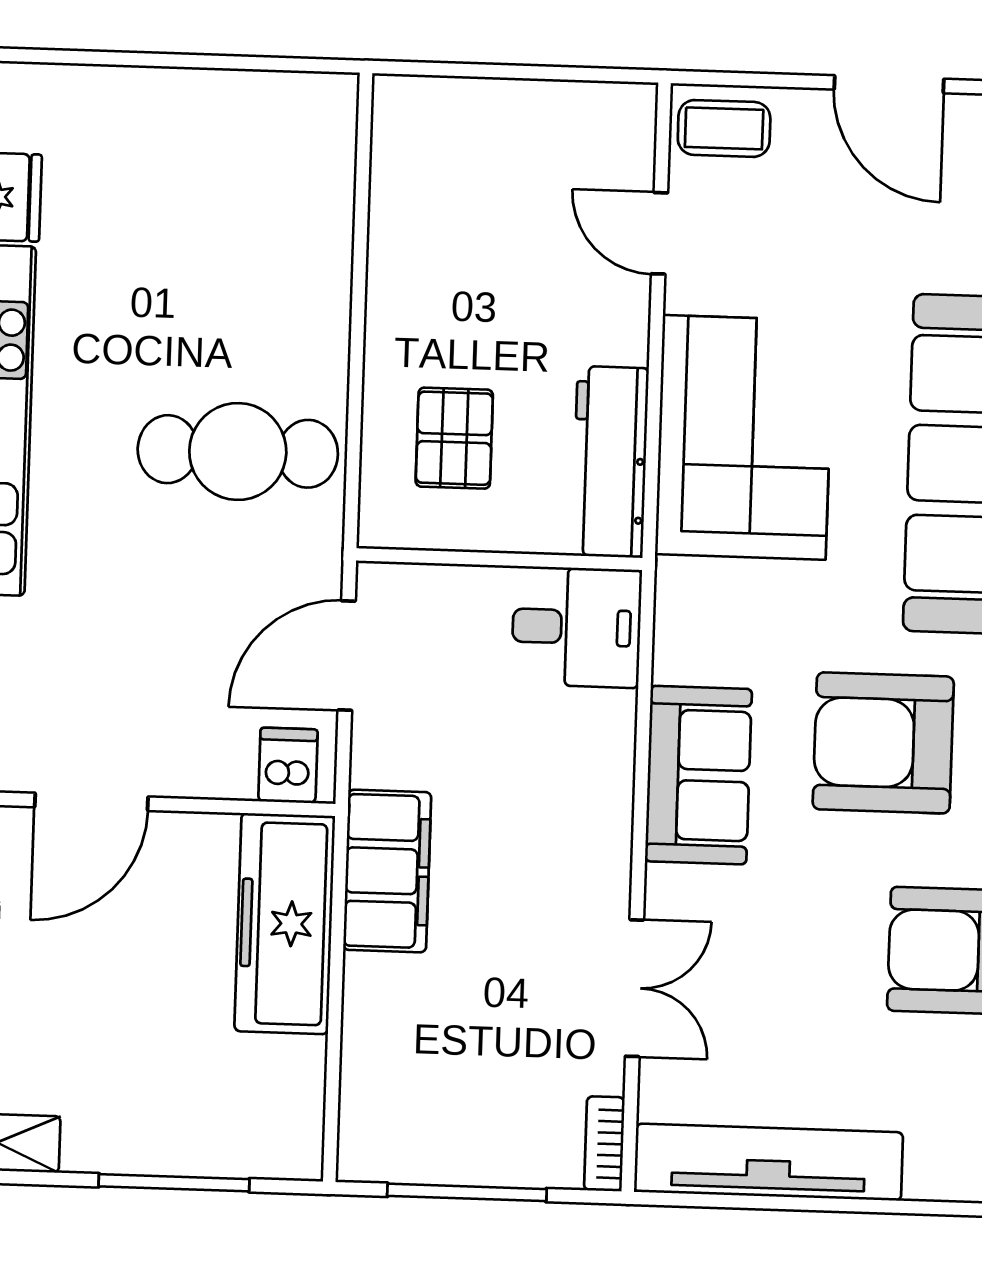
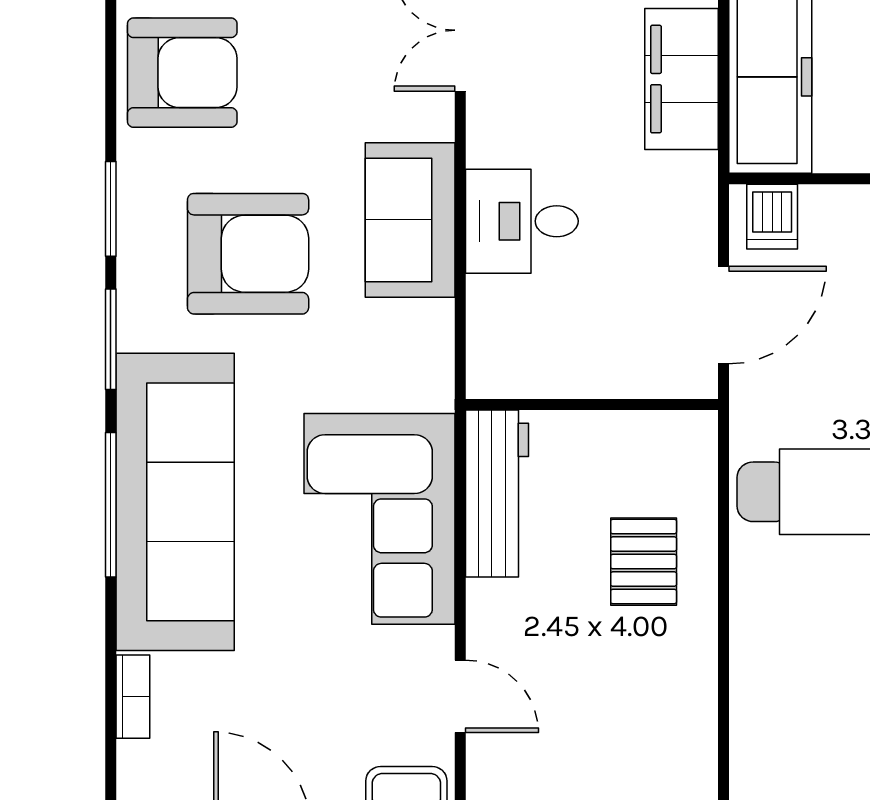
pallet: (454, 438) -> (644, 562), moved
desk: (577, 627) -> (522, 221), moved
filing cabinet: (387, 871) -> (682, 79), moved

